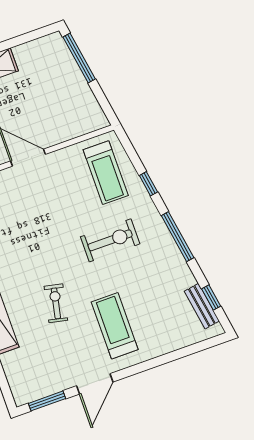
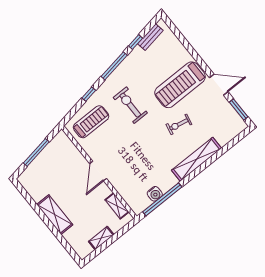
window: (79, 58) -> (36, 152), moved
window: (211, 297) -> (136, 42), moved
treadmill: (115, 326) -> (180, 85), width x1.37, depth x1.38

